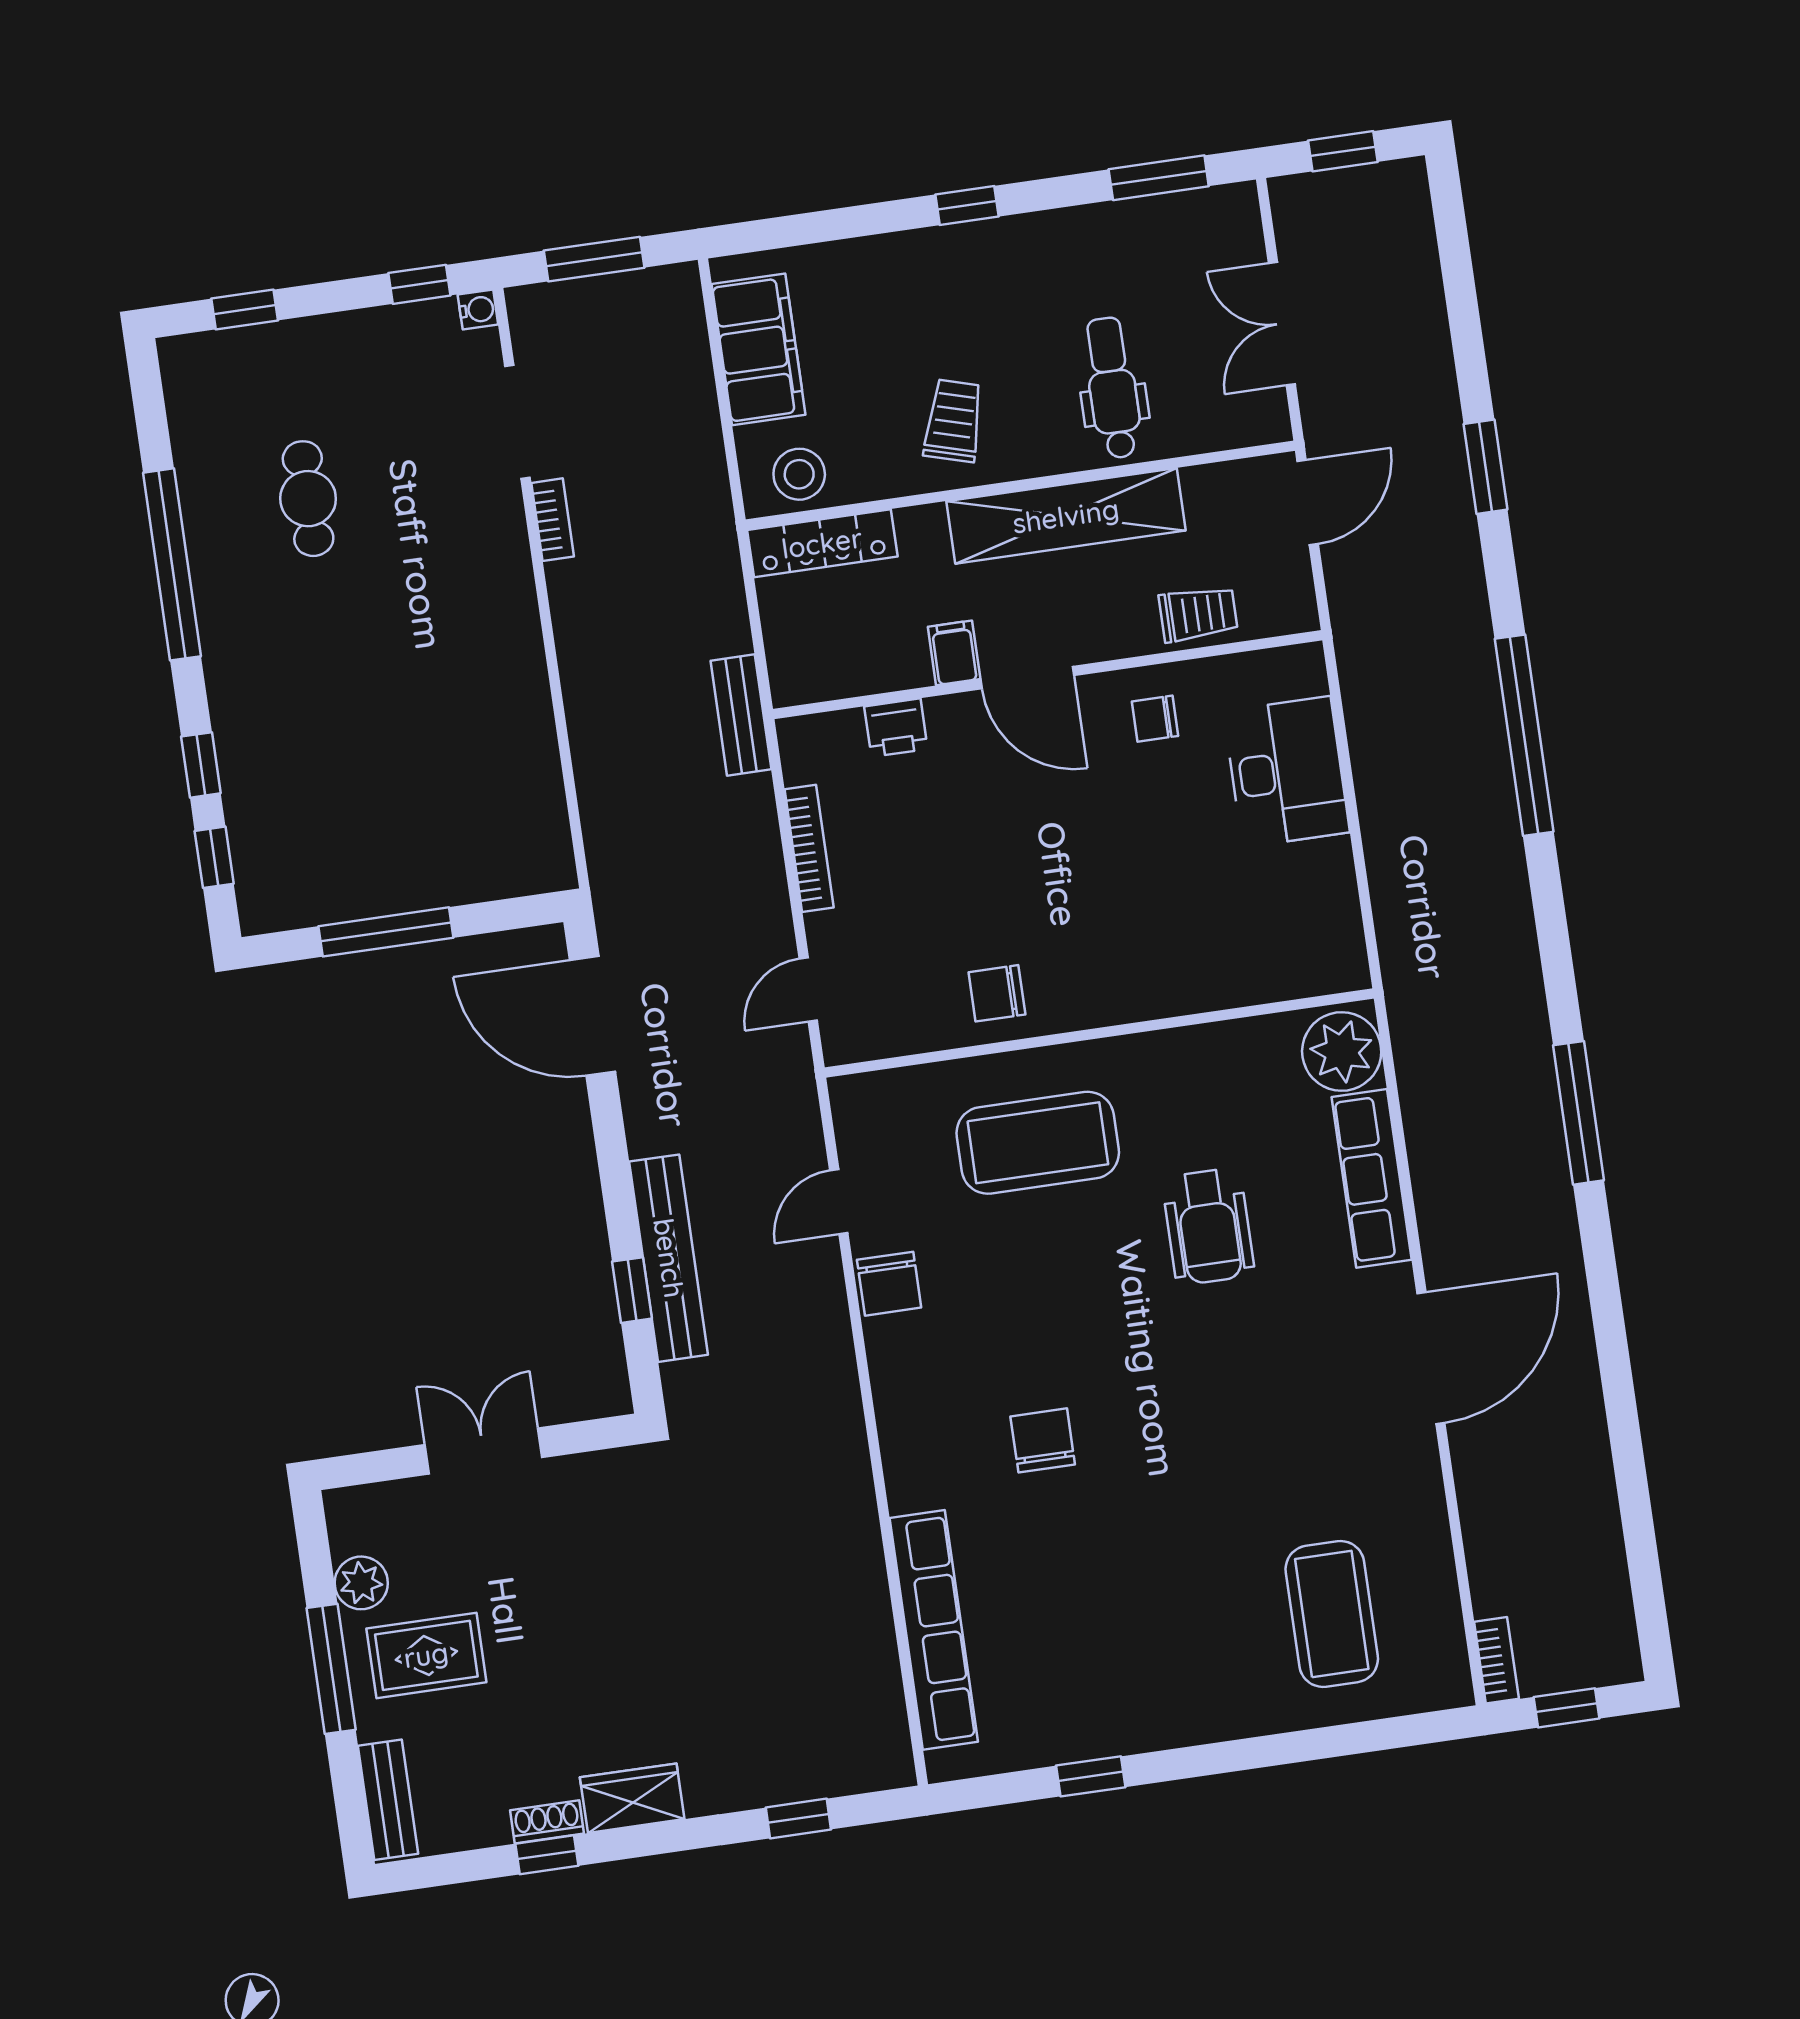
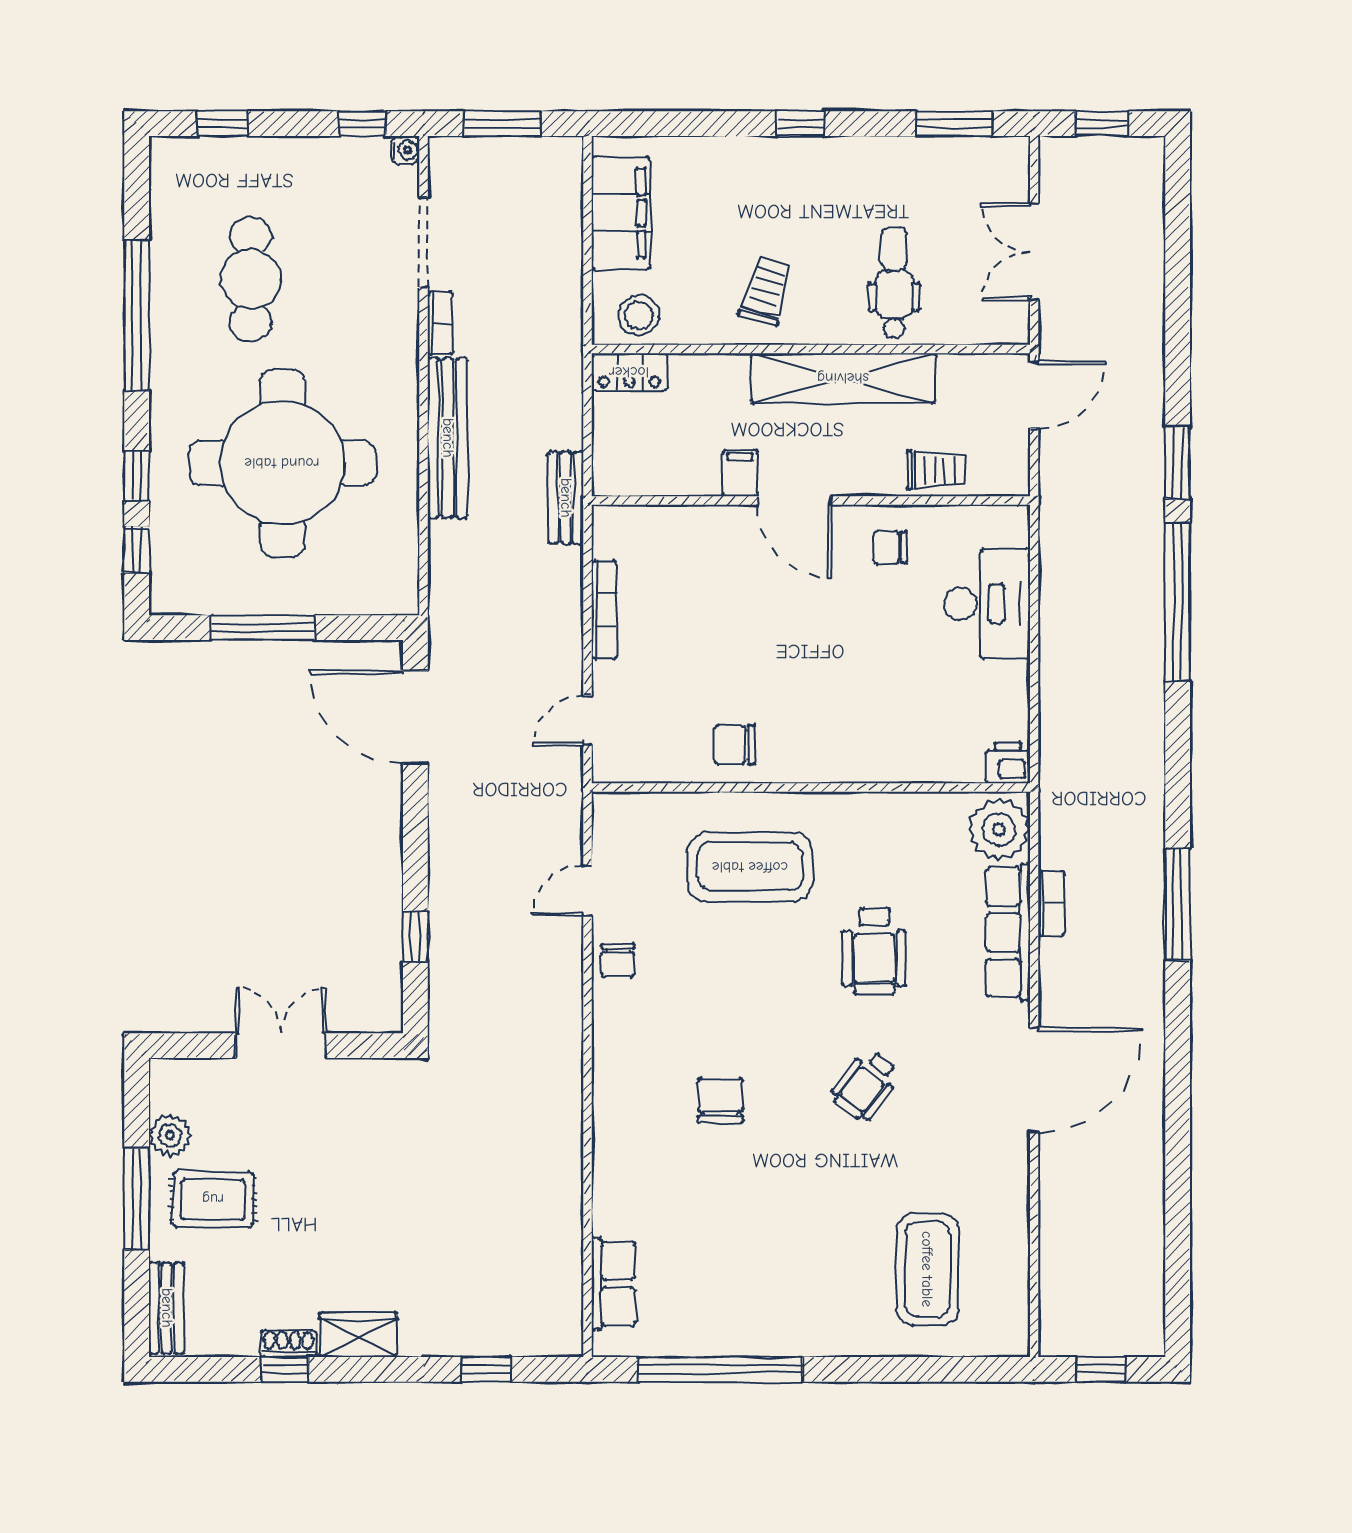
window: (1485, 467) -> (1178, 462), moved
cafe table: (308, 499) -> (251, 279), width x1.37, depth x1.35
locker: (822, 543) -> (629, 372), width x0.66
round table: (381, 723) -> (282, 463), added
printer: (896, 728) -> (1008, 763), moved, turned 180
bench: (669, 1258) -> (448, 438), moved
chair: (889, 1284) -> (618, 960), width x0.73, depth x0.73
wheelchair: (1221, 1395) -> (865, 1085), added
row of seats: (934, 1630) -> (614, 1284), width x0.50
bookcase: (1496, 1660) -> (1051, 904), moved
window: (1091, 1776) -> (720, 1369), width x3.17

